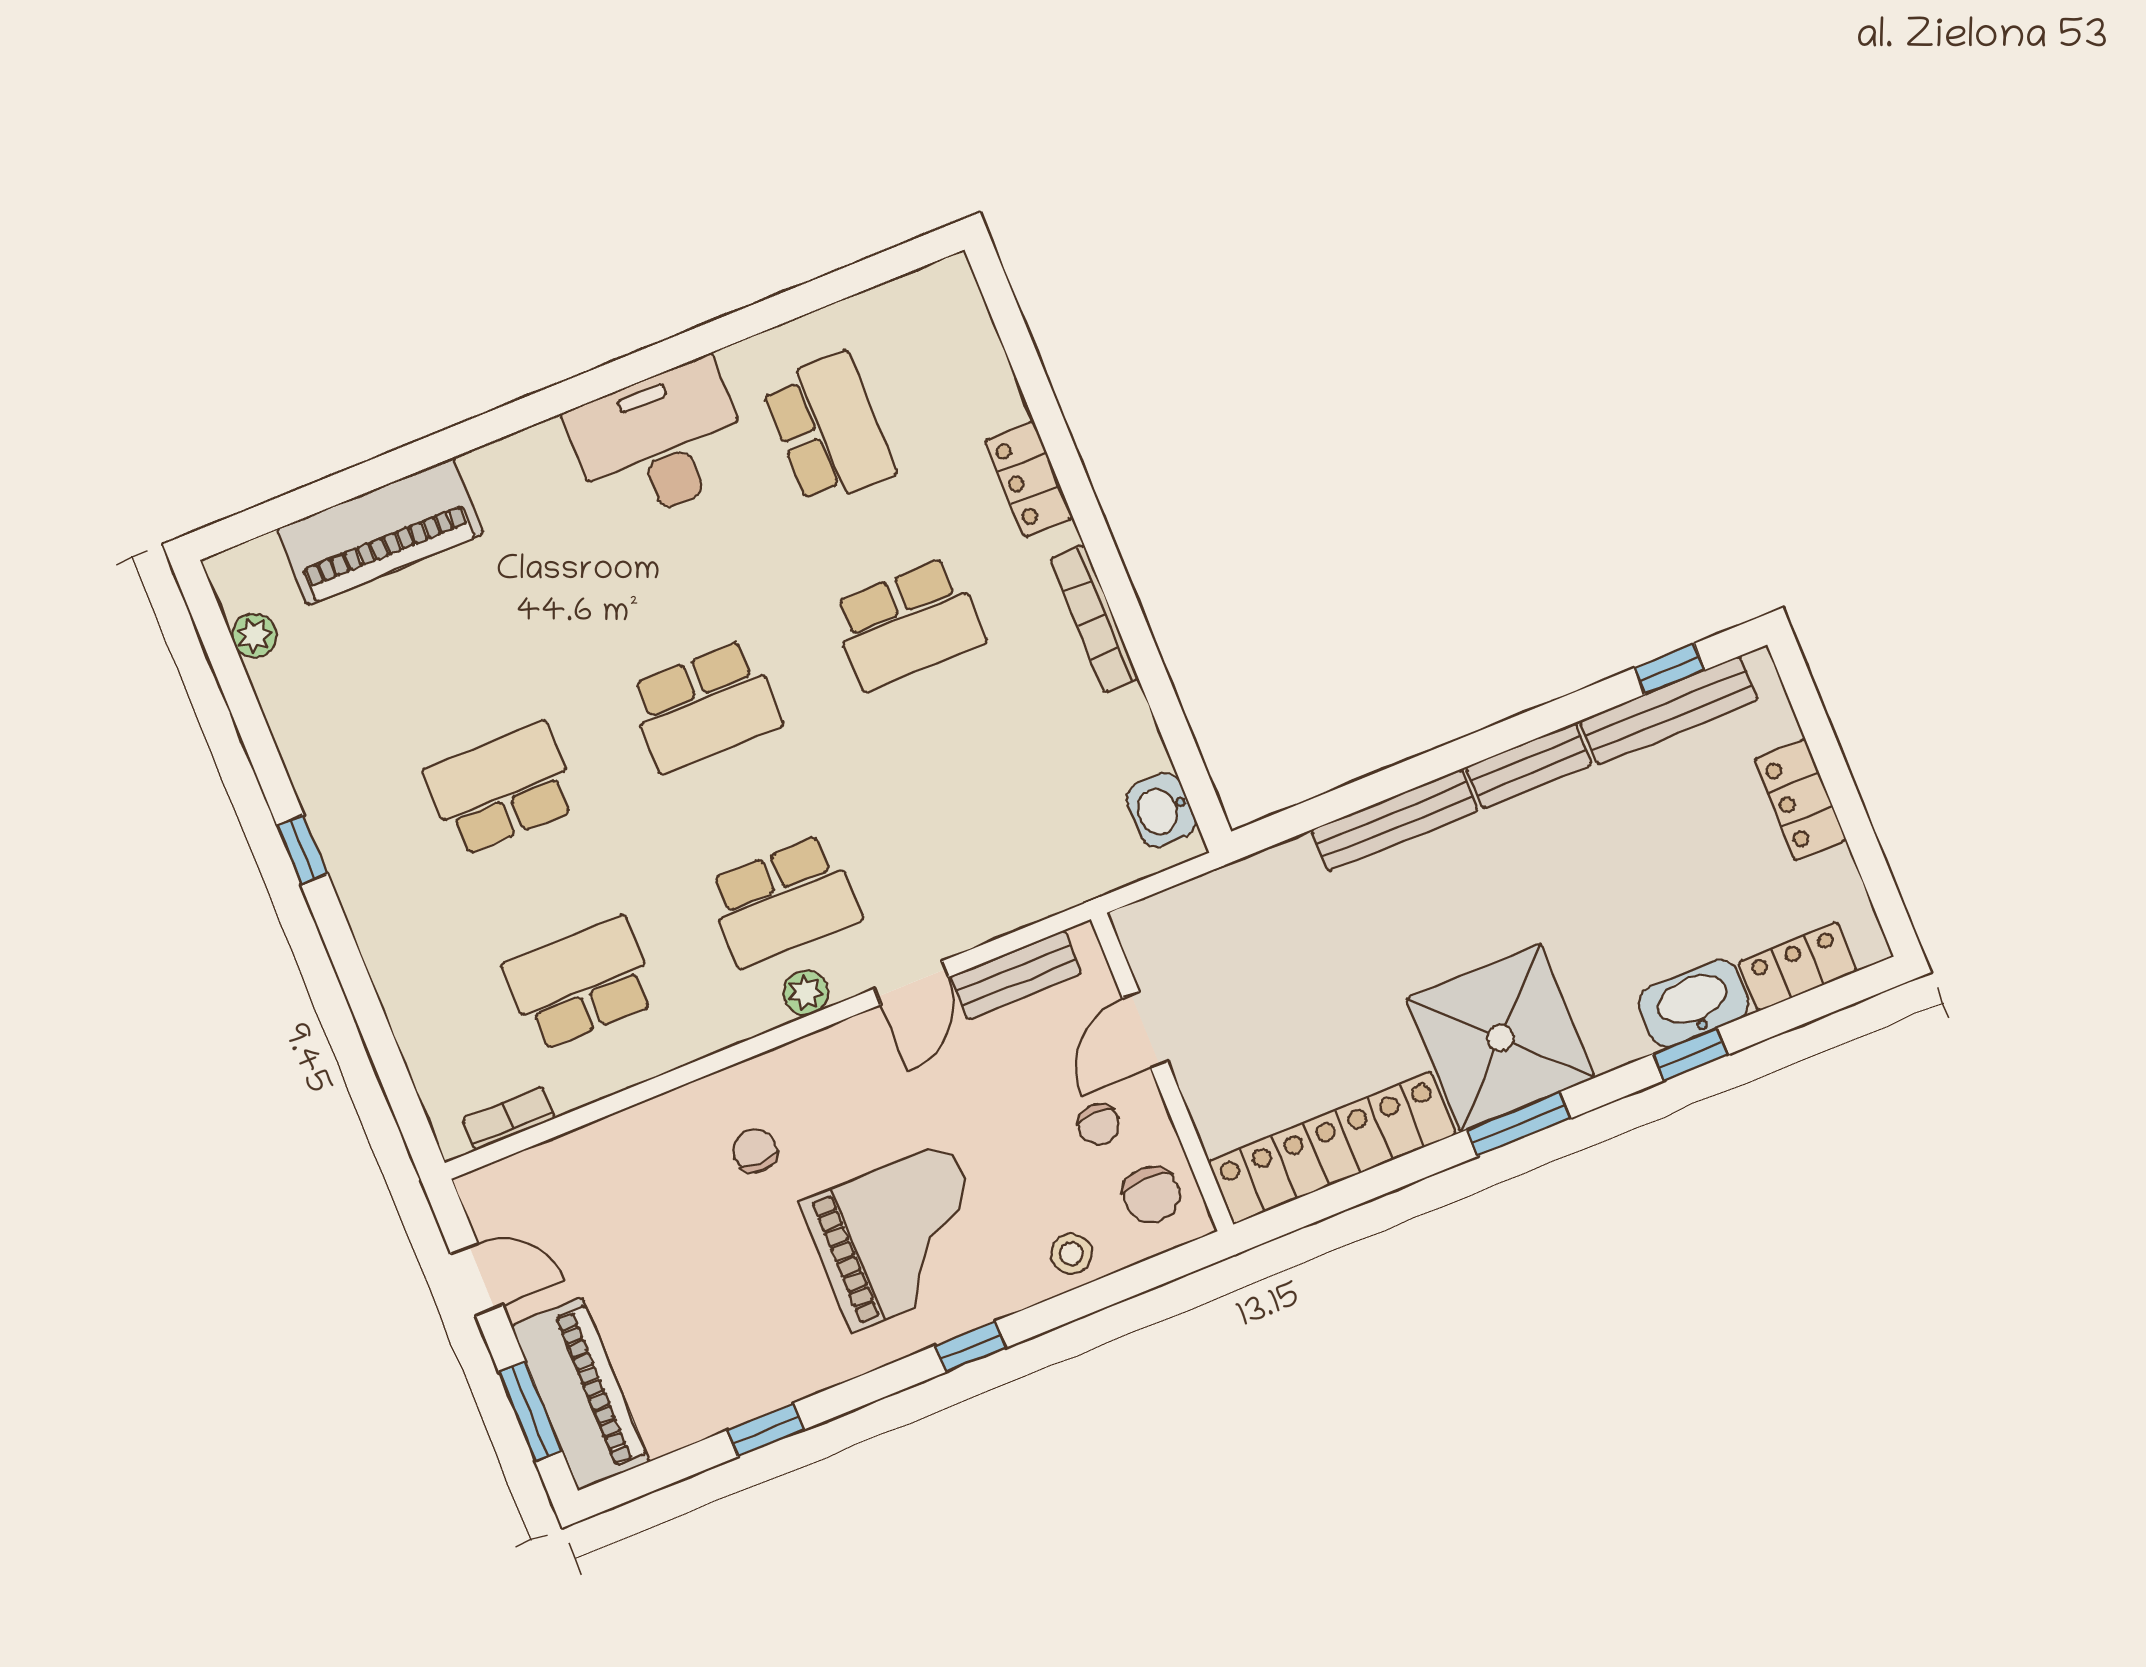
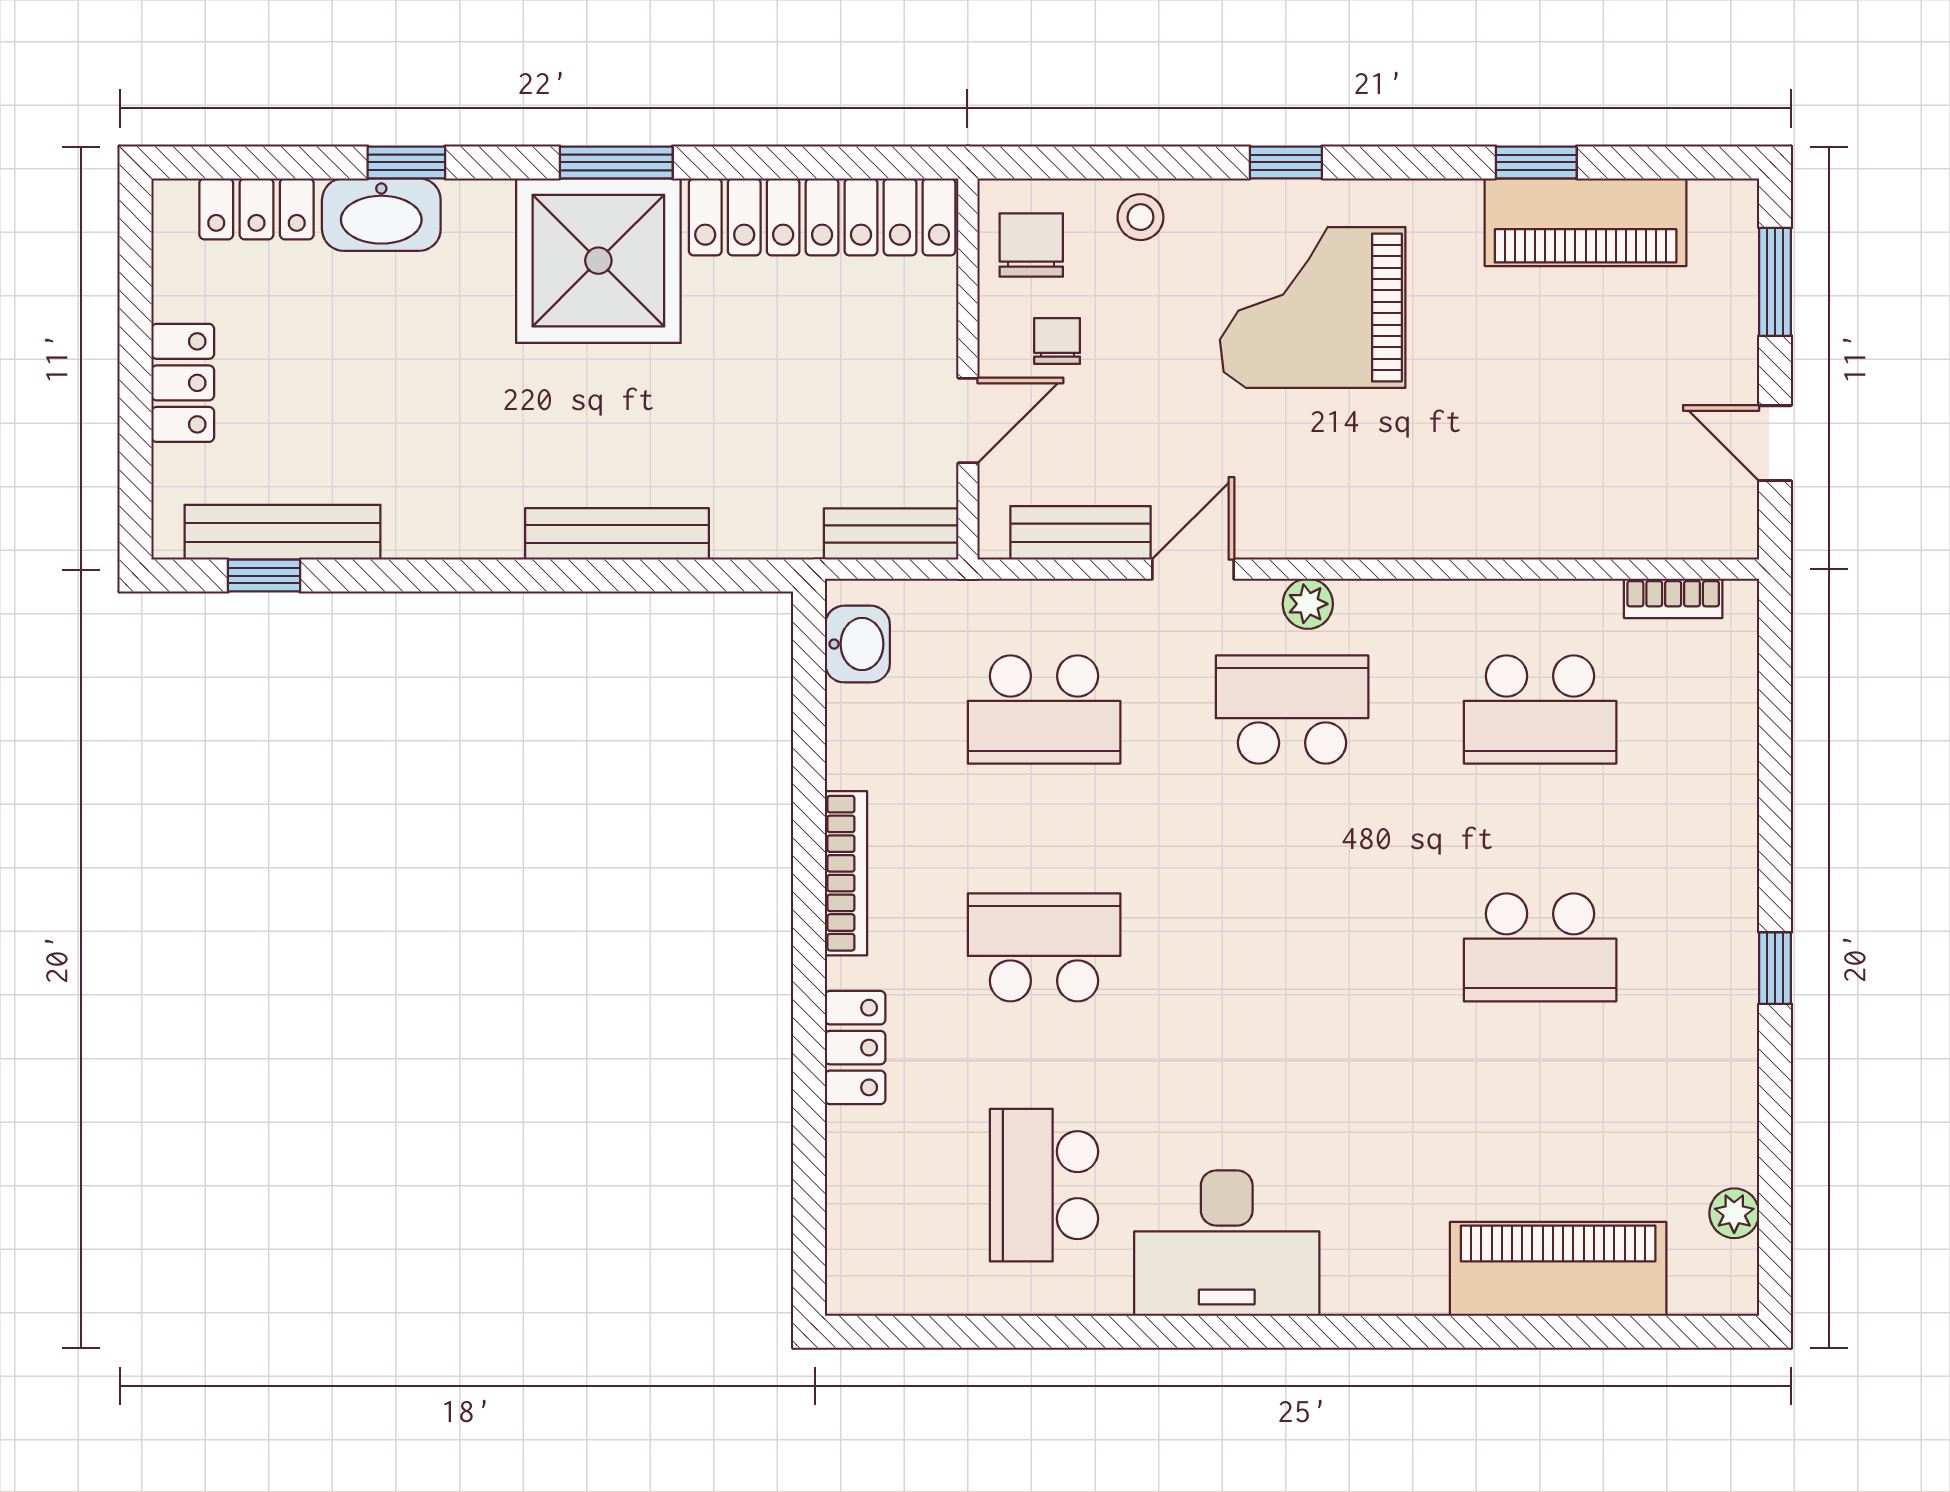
school desk: (705, 706) -> (1044, 709), moved, turned 180
bench: (1529, 766) -> (891, 534), moved
chair: (755, 1151) -> (1429, 460), removed
piano: (580, 1394) -> (1586, 222), moved, turned -90

